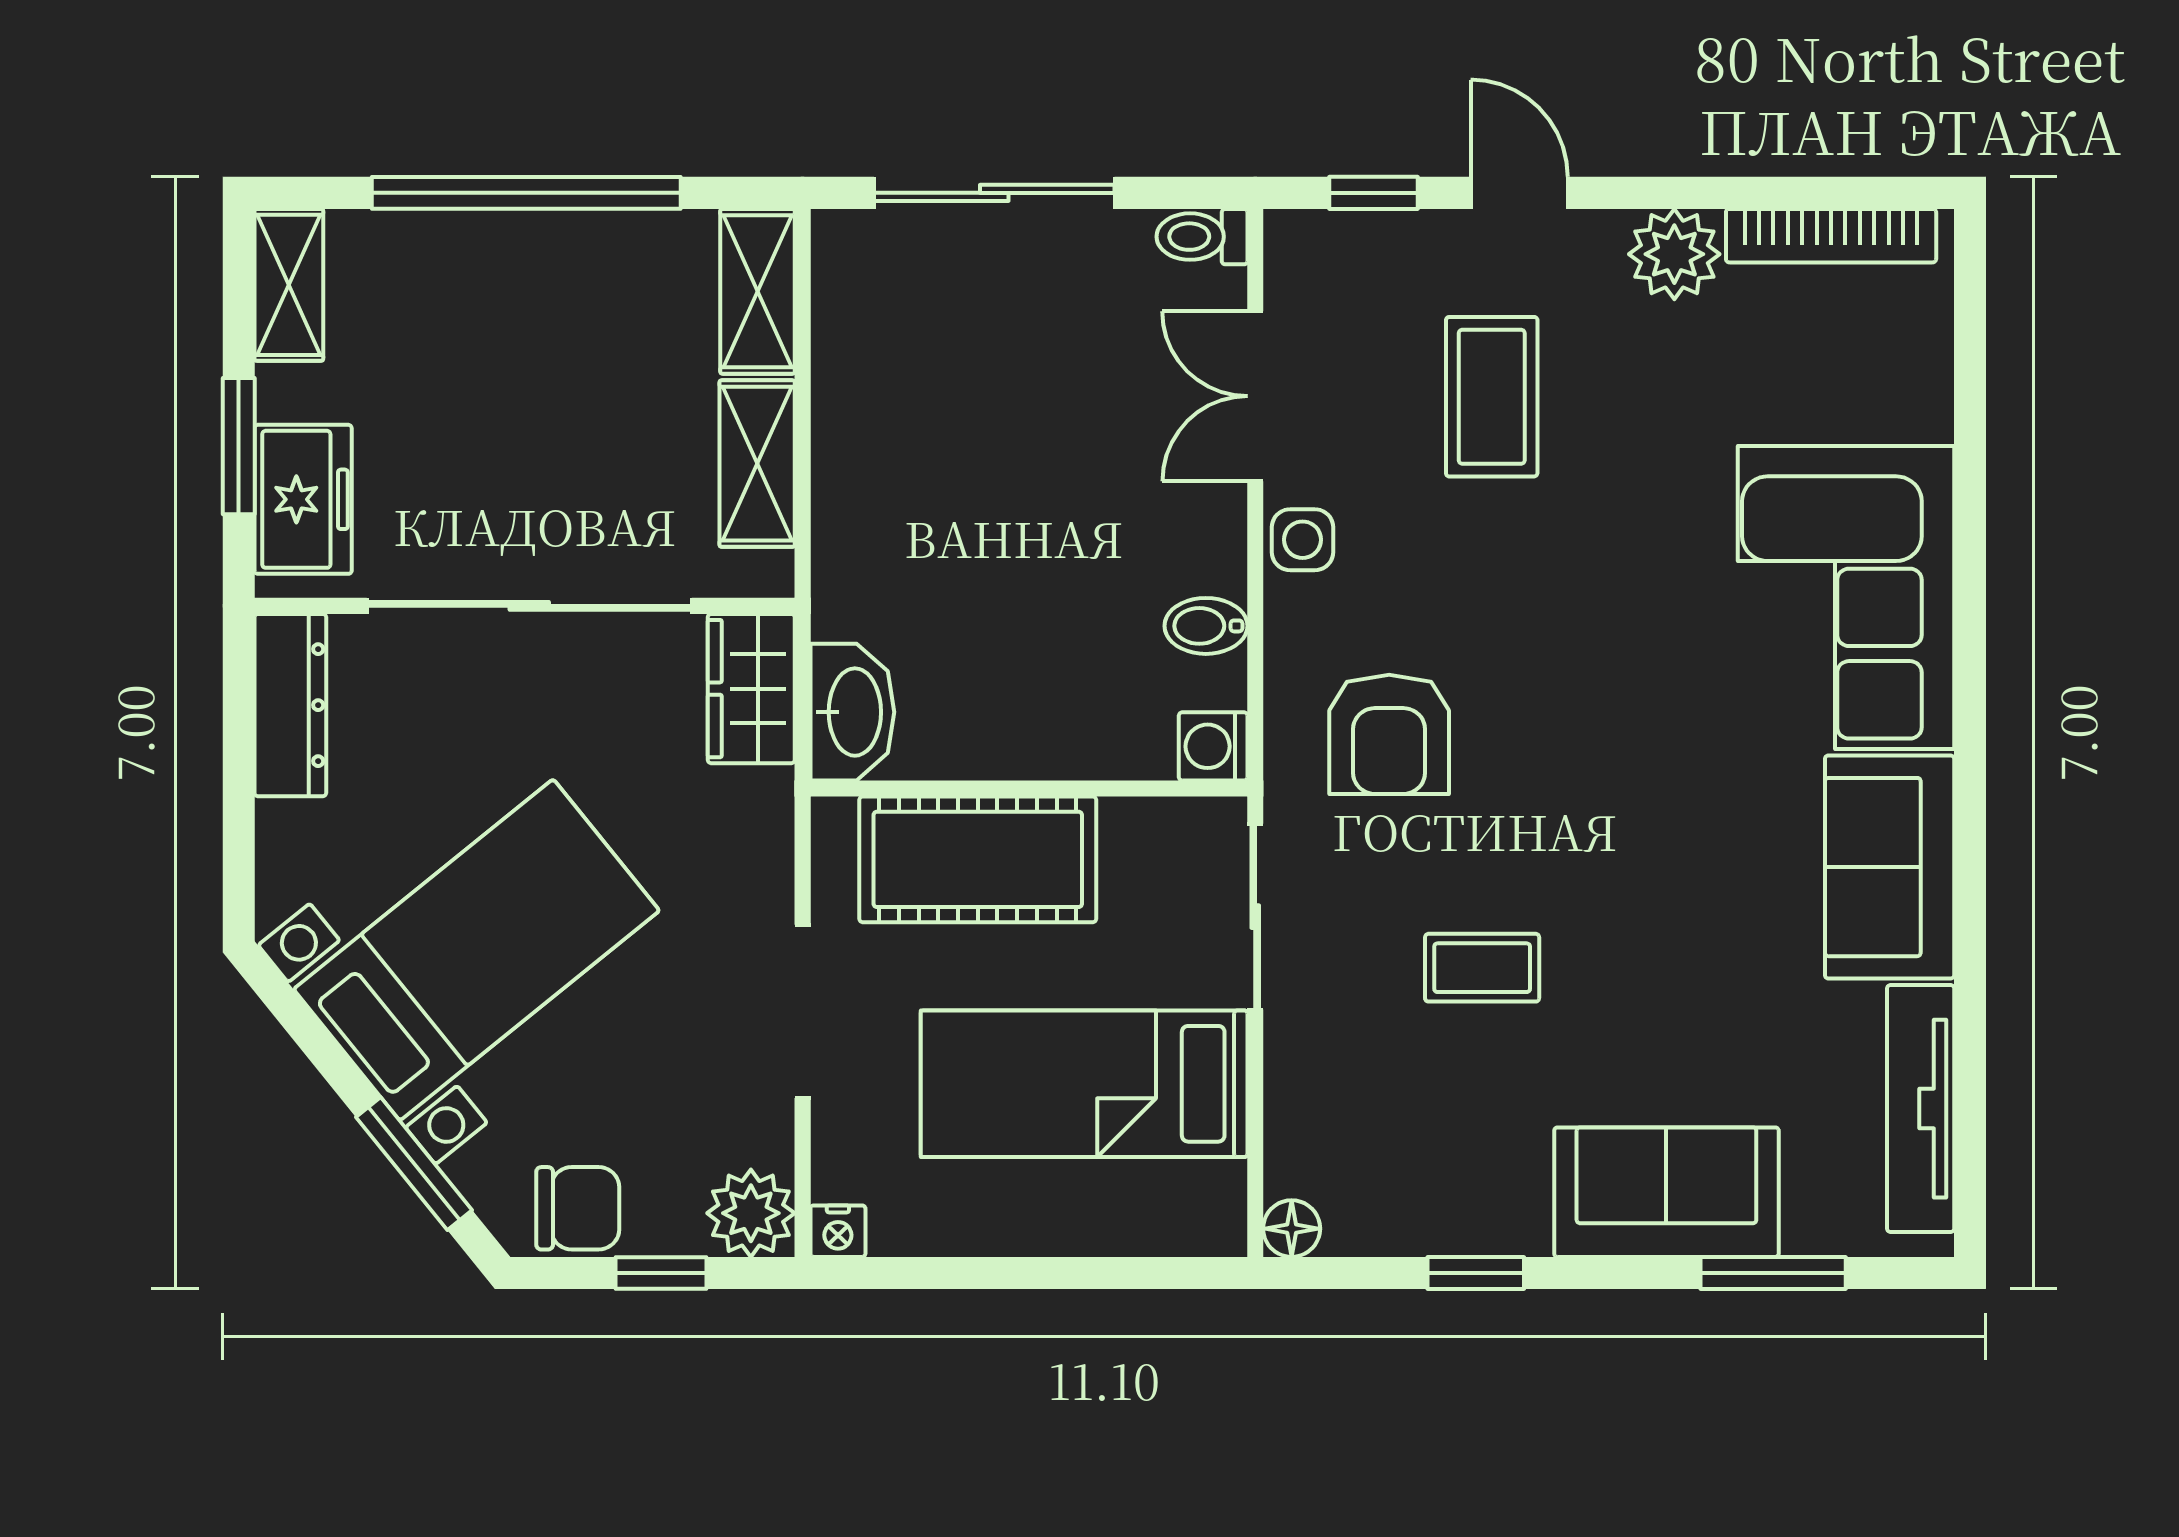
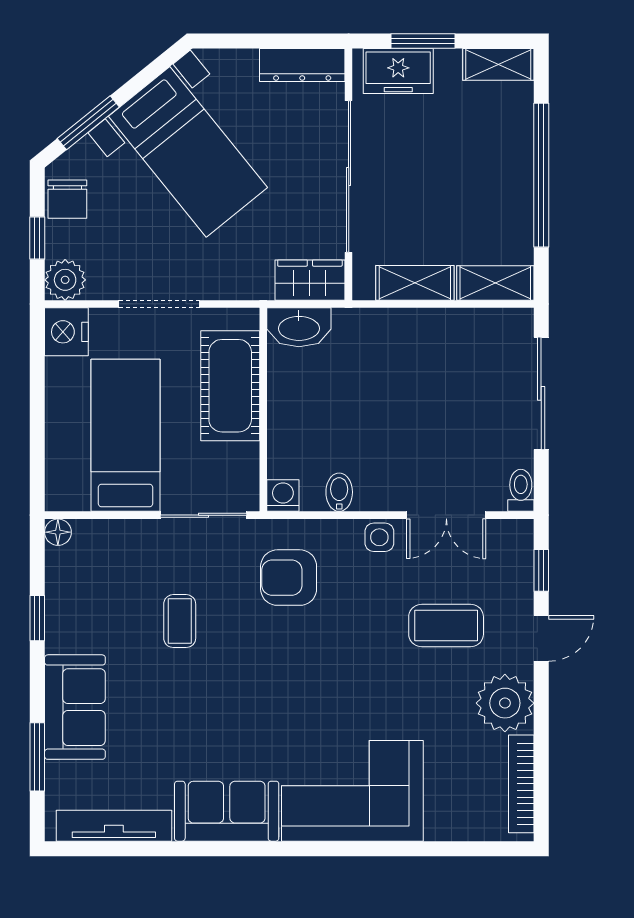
plant: (1674, 254) -> (505, 703), width x1.36, depth x1.36
double door: (1255, 396) -> (446, 515), swing flipped
nightstand: (838, 1231) -> (66, 332), width x1.89, depth x1.79

